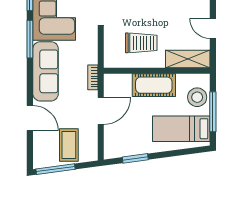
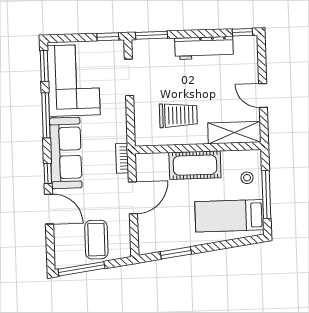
window: (30, 88) -> (48, 173), added
stool: (197, 97) -> (247, 178), width x0.53, depth x0.53

